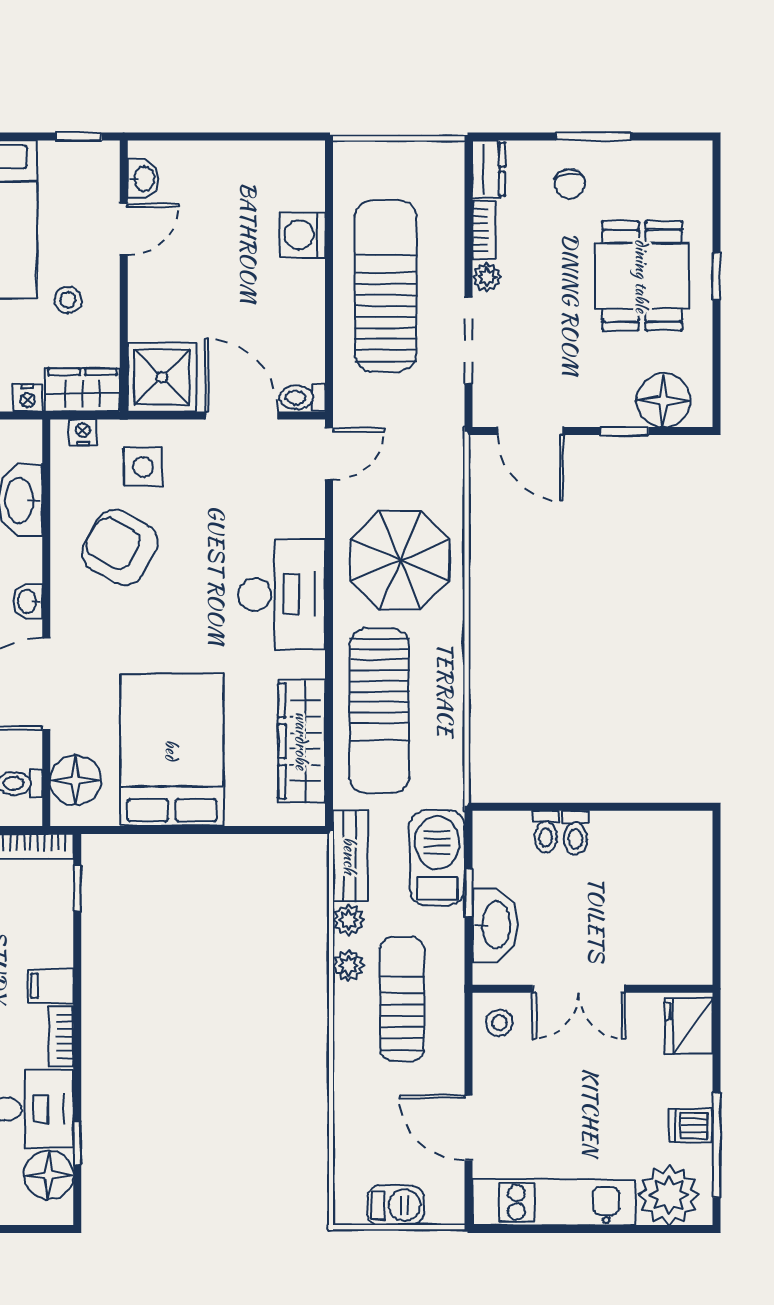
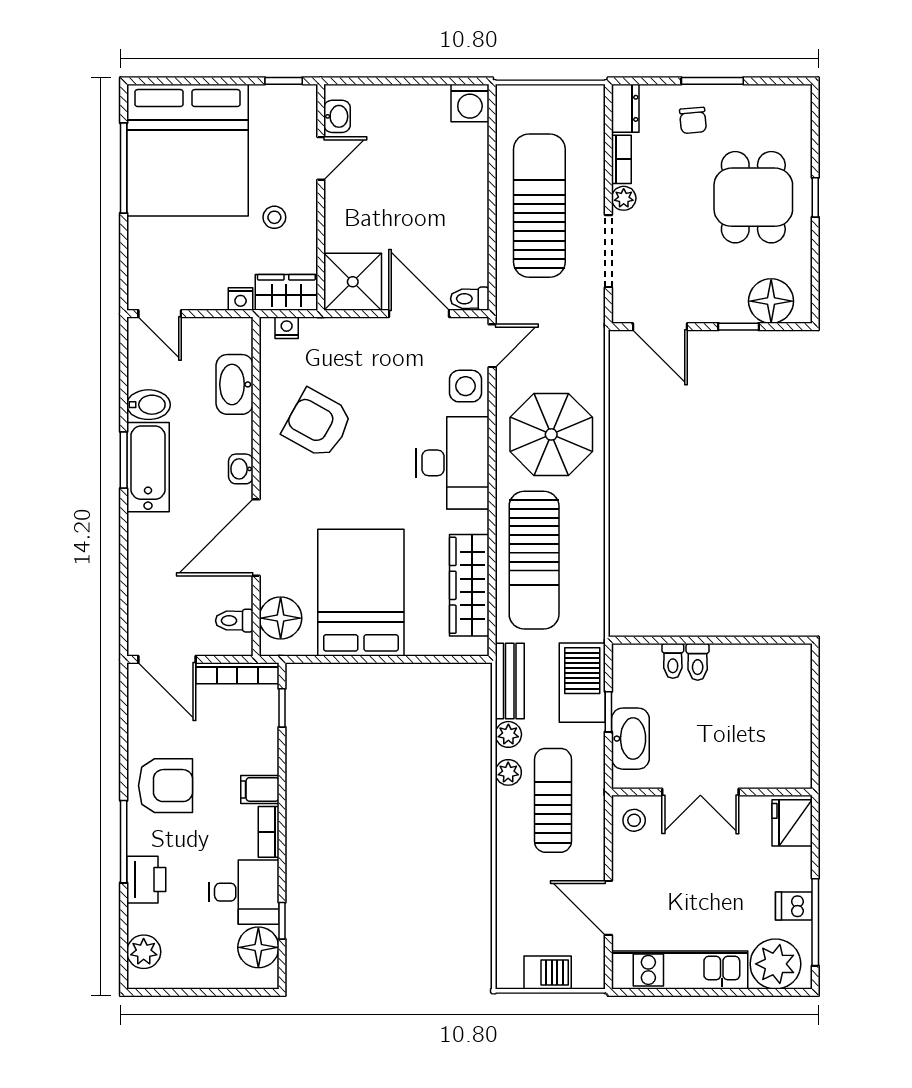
washing machine: (303, 235) -> (470, 103), moved, turned -90
side table: (143, 467) -> (466, 386), moved

